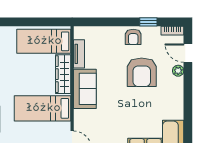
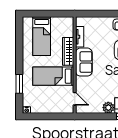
bed: (44, 41) -> (42, 36), moved, turned -90

